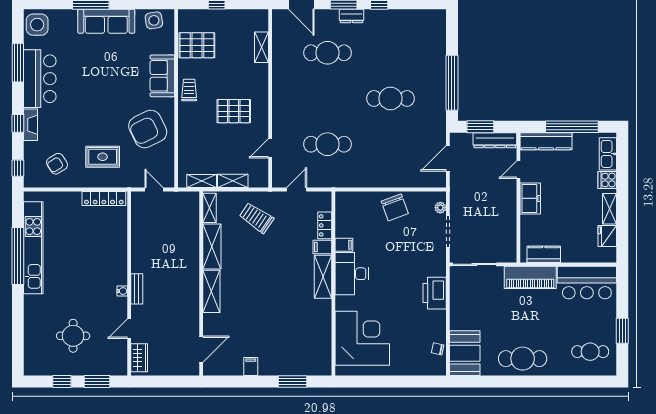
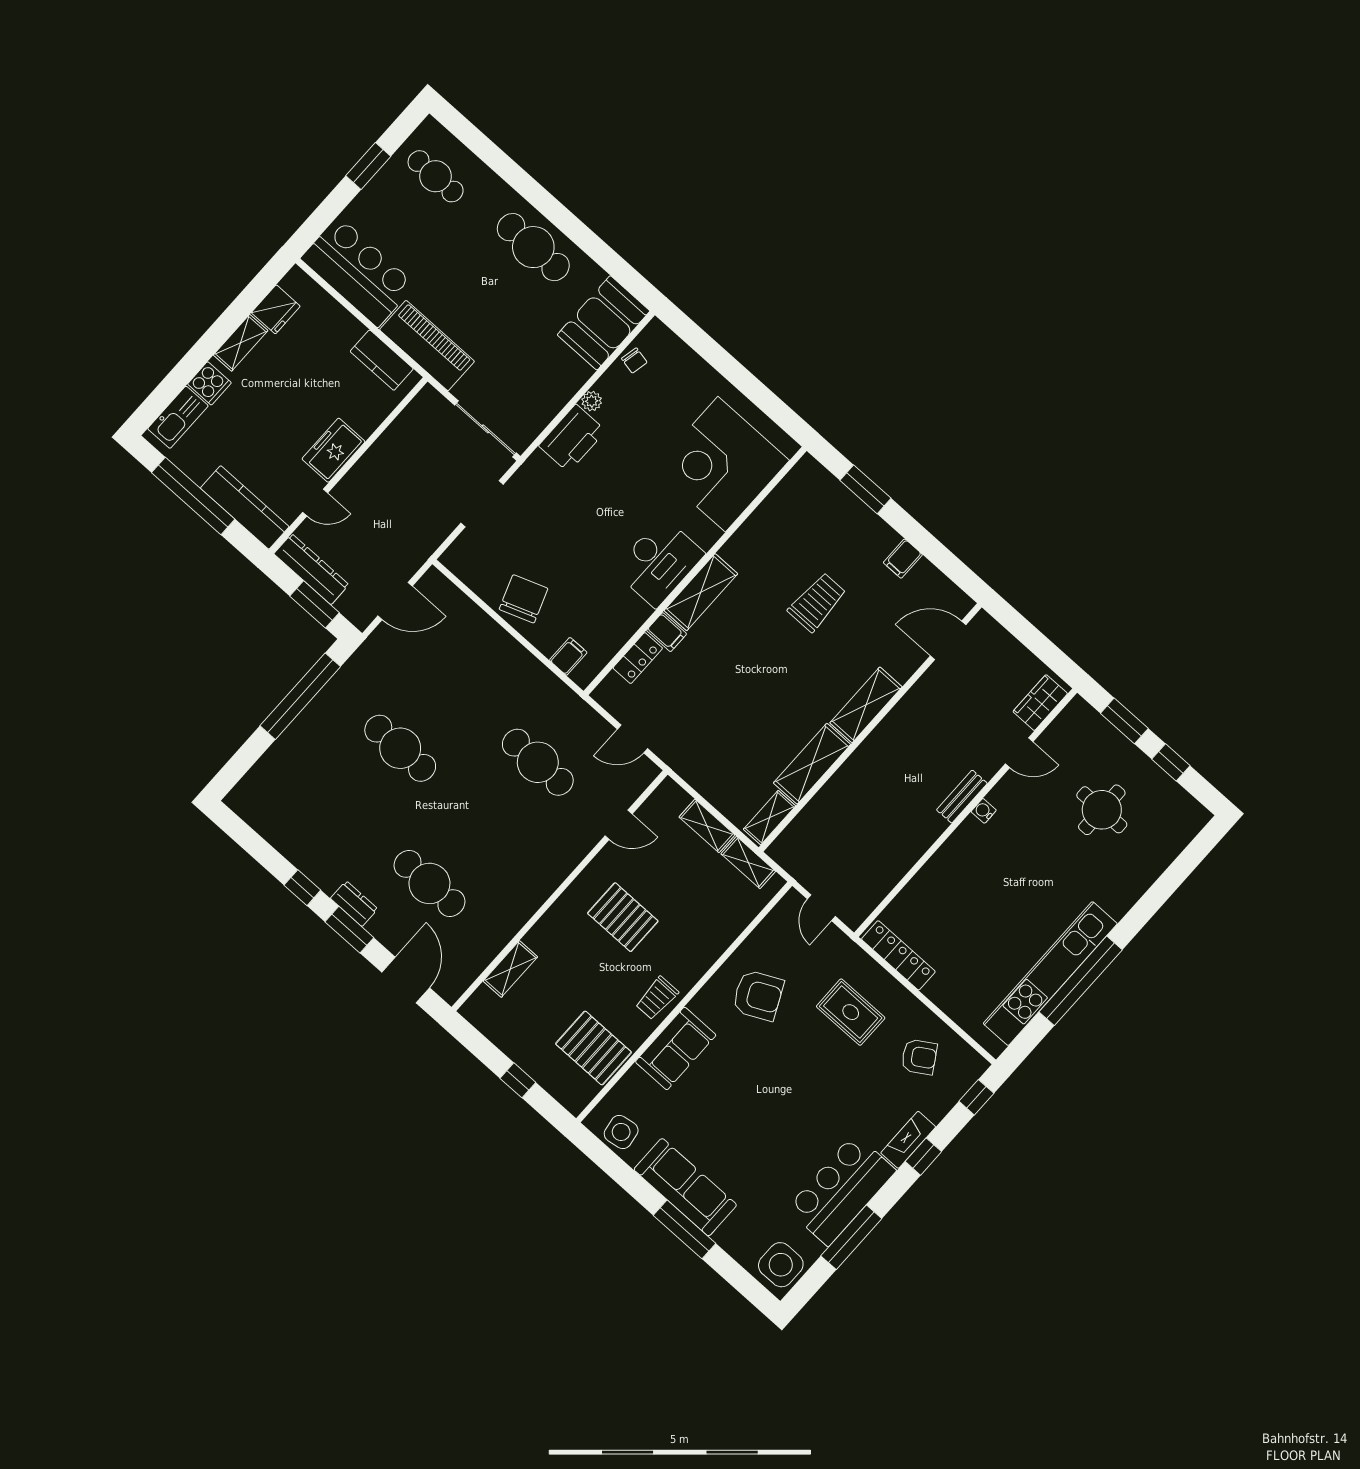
armchair: (148, 129) -> (758, 995), width x0.73, depth x0.73
plant: (440, 208) -> (592, 401), moved
trolley: (256, 218) -> (817, 602), moved, turned -124
filing cabinet: (344, 245) -> (568, 656), moved, turned 90

